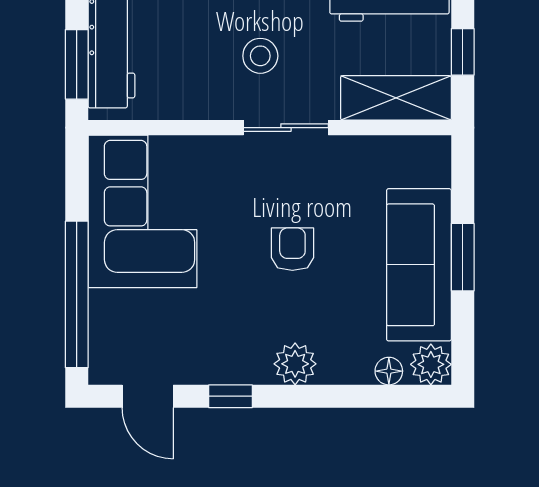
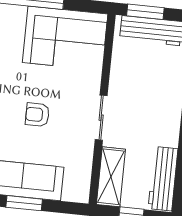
stool: (260, 56) -> (140, 108), removed
armchair: (292, 249) -> (37, 115), turned 180

